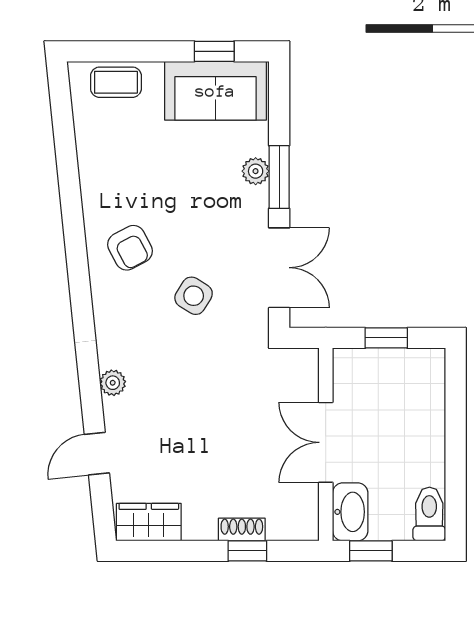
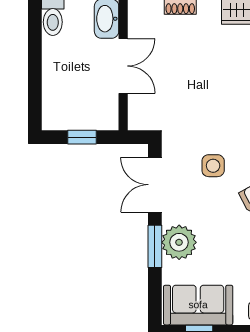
plant: (256, 171) -> (179, 242), width x1.87, depth x1.87
side table: (194, 296) -> (213, 166), turned -32

